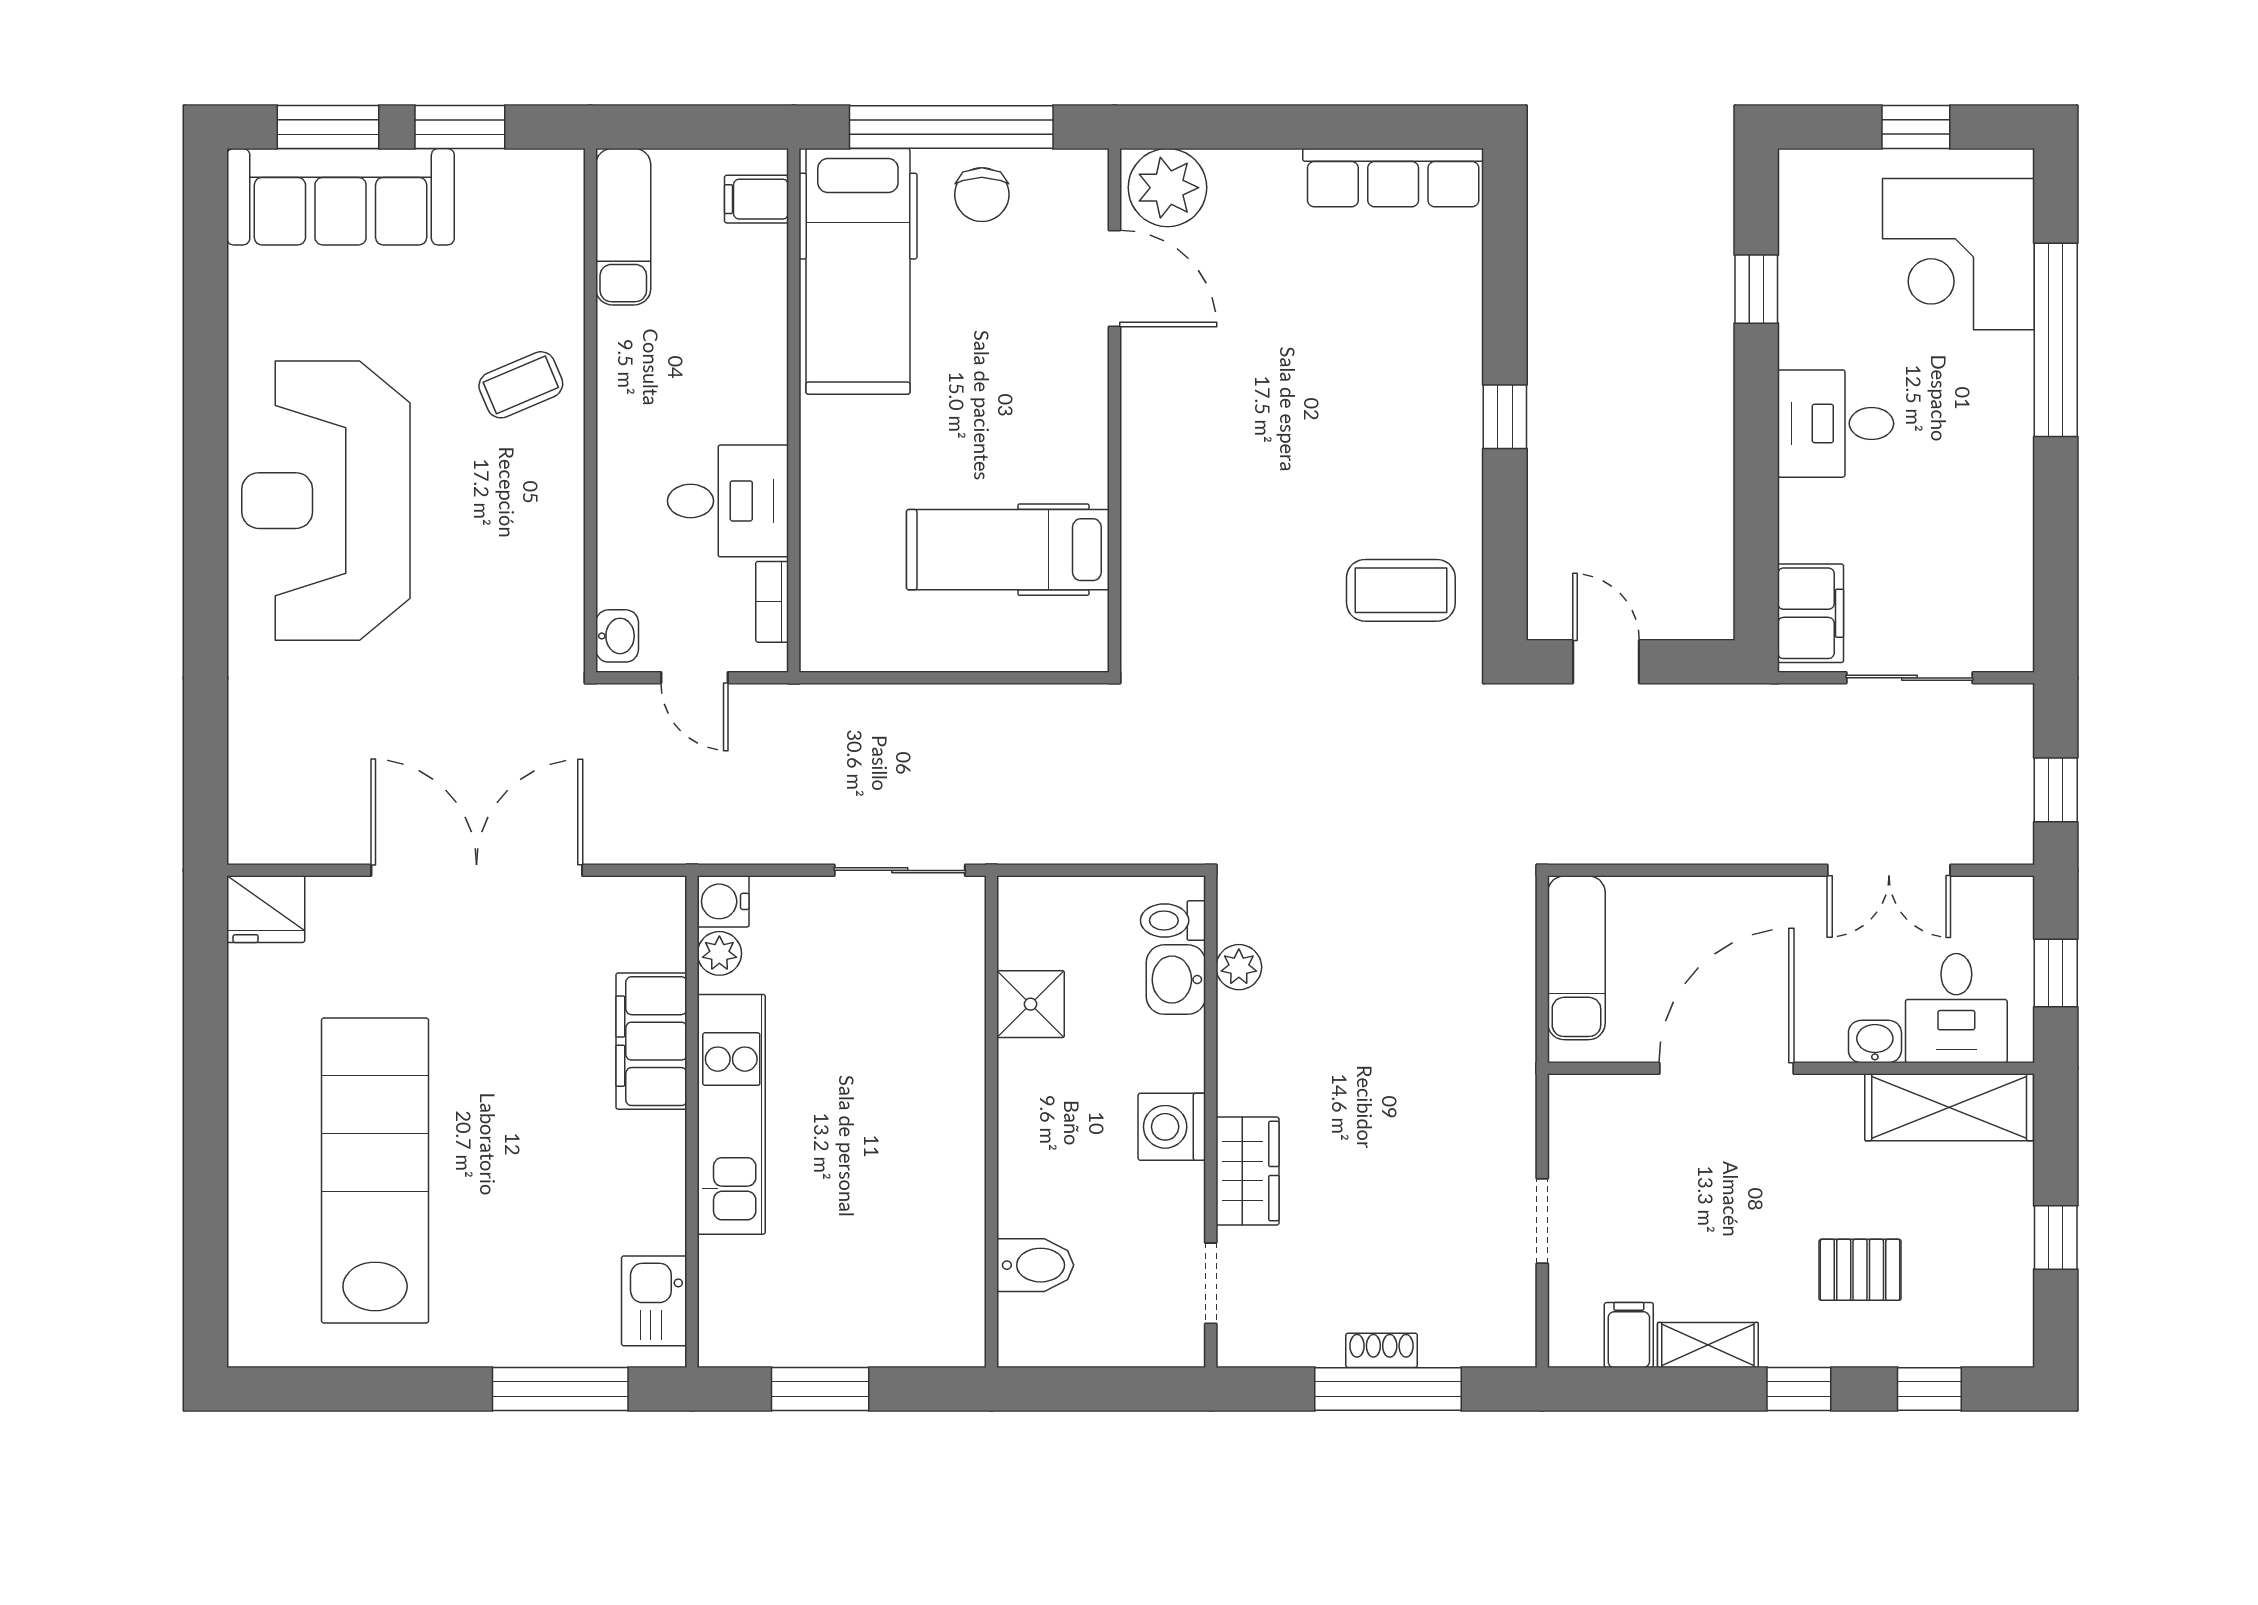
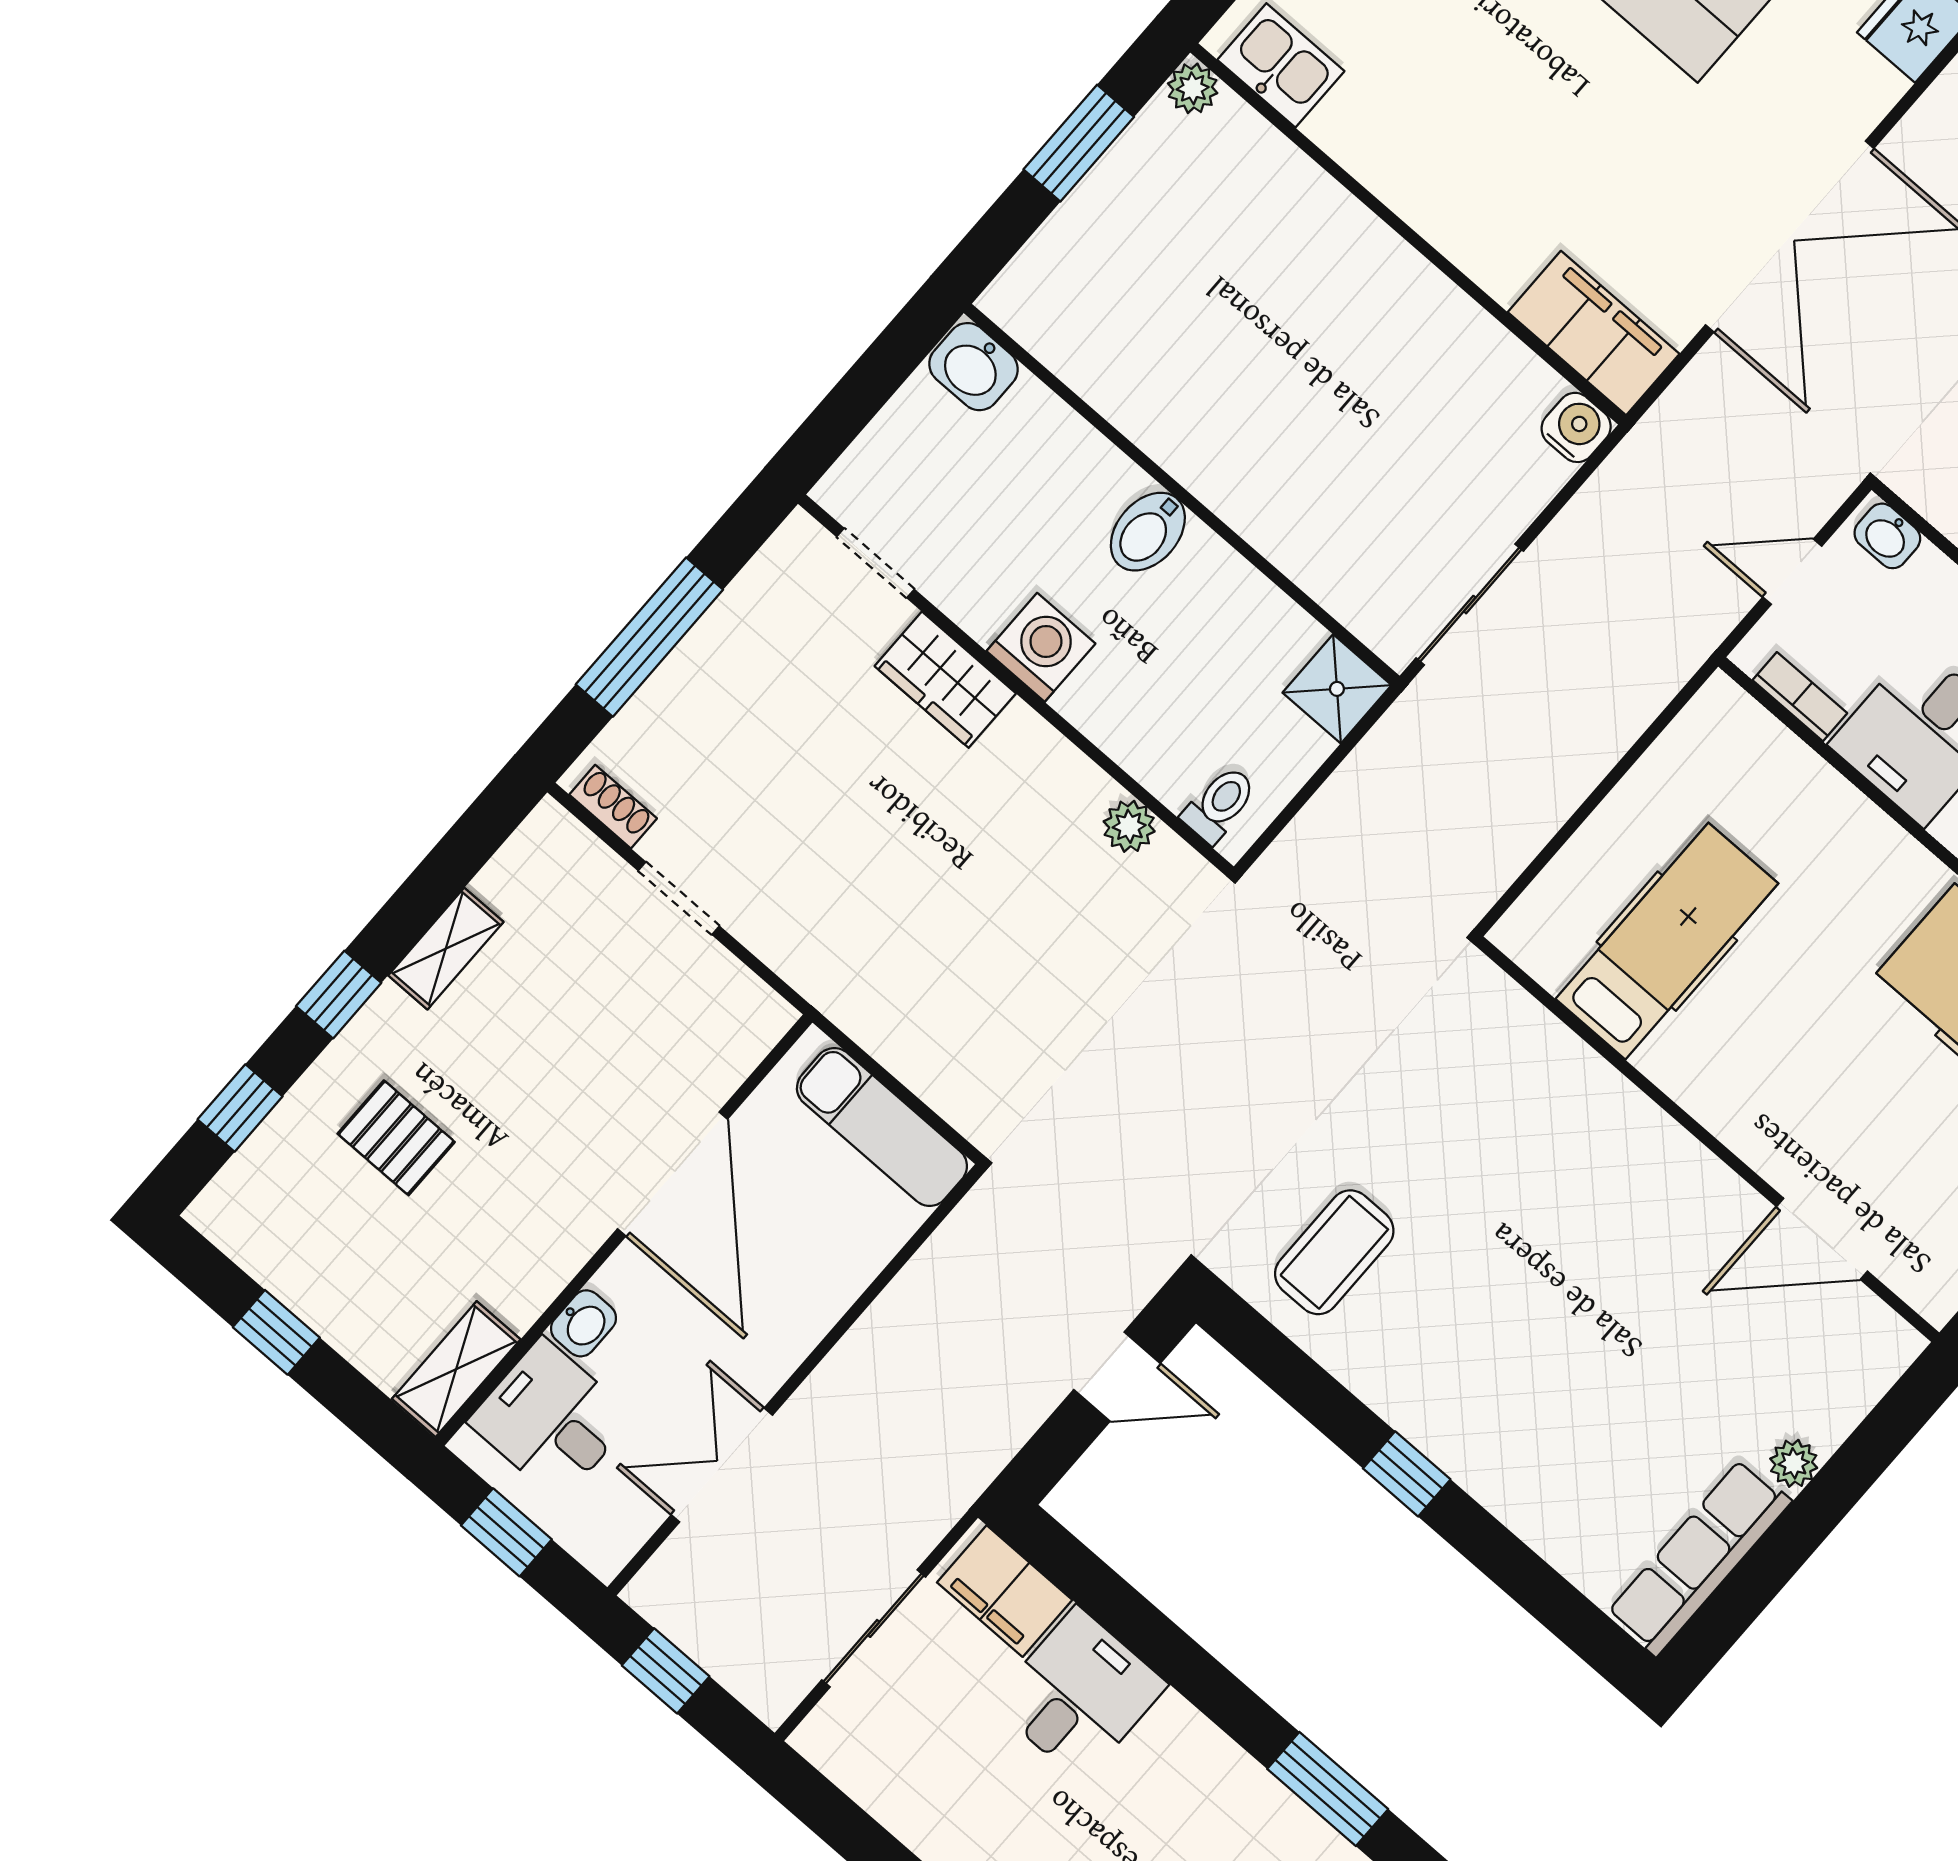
plant: (1167, 188) -> (1794, 1463), moved, width x0.53, depth x0.53
window: (1756, 289) -> (1328, 1789), width x1.50
desk: (1836, 424) -> (1079, 1694), moved
plant: (719, 953) -> (1193, 88), moved
washbasin: (1176, 980) -> (974, 367), moved, turned 180
shower: (1031, 1004) -> (1337, 689), moved
filing cabinet: (651, 1041) -> (1594, 333), moved
shelving: (1949, 1107) -> (456, 1369), width x0.67, depth x0.75
kitchen unit: (731, 1114) -> (1385, 274), removed
bidet: (1035, 1265) -> (1148, 532), moved
pallet: (1860, 1270) -> (396, 1138), turned 90
filing cabinet: (1629, 1335) -> (514, 887), removed
shoe rack: (1382, 1350) -> (613, 807), moved, turned -90

